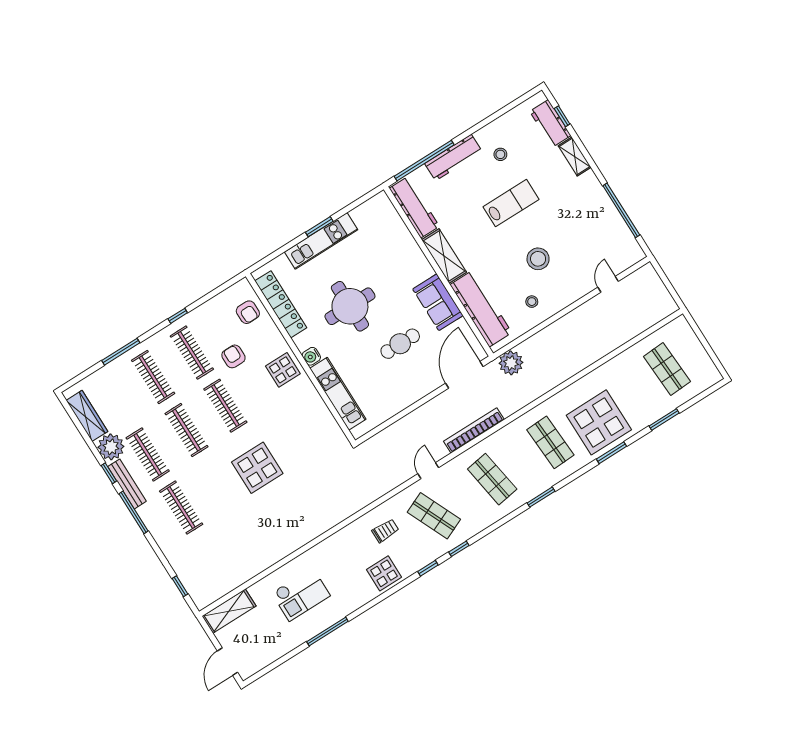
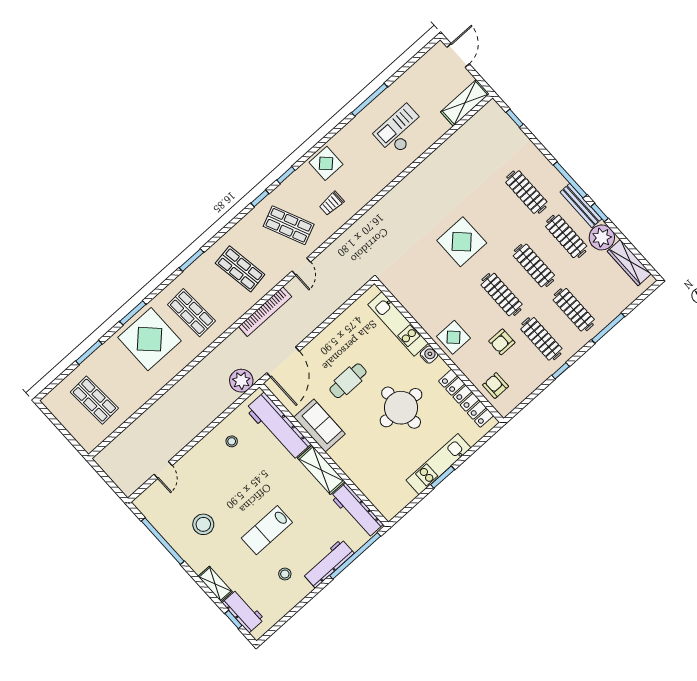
stool: (538, 259) -> (203, 524), moved
armchair: (233, 356) -> (502, 342), turned 90

